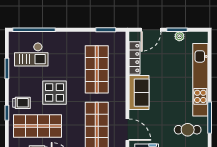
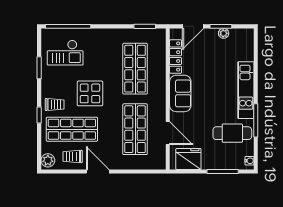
kitchen unit: (200, 80) -> (246, 90), width x0.73
cafe table: (188, 130) -> (232, 133), width x1.37, depth x1.35

